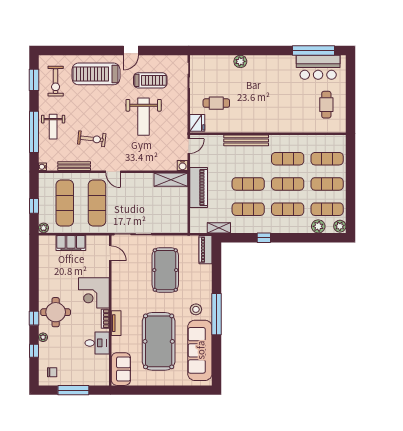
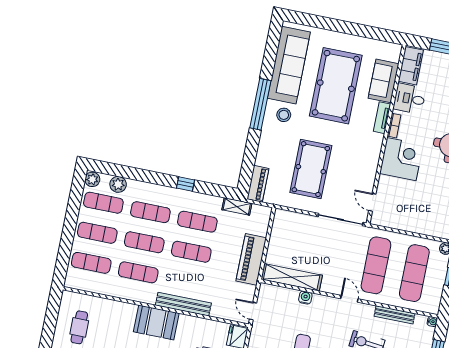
booth: (265, 121) -> (156, 322), added
door: (189, 146) -> (253, 311), hinge flipped
water cooler: (183, 166) -> (305, 297), moved
shelving: (171, 180) -> (292, 277), width x1.47
filing cabinet: (71, 243) -> (411, 66), moved, turned 90
sofa: (121, 369) -> (384, 81), moved

